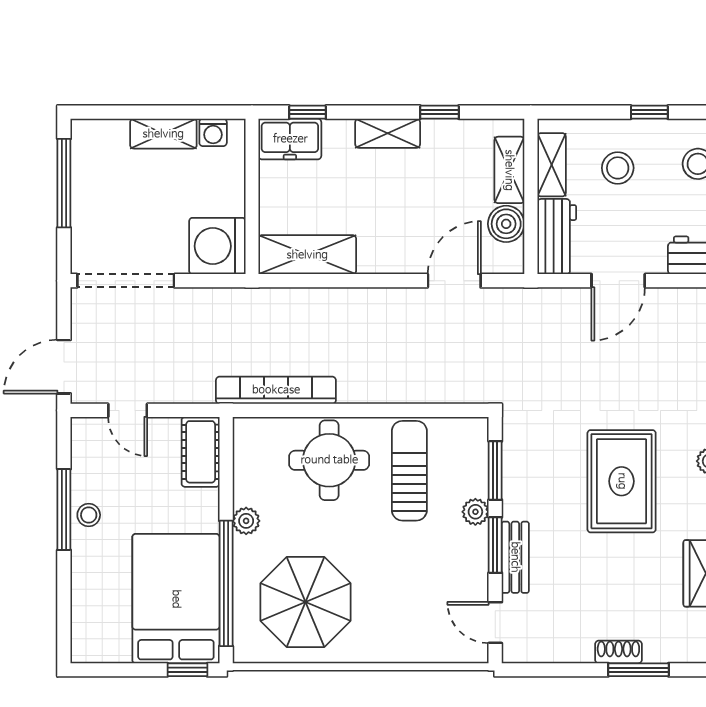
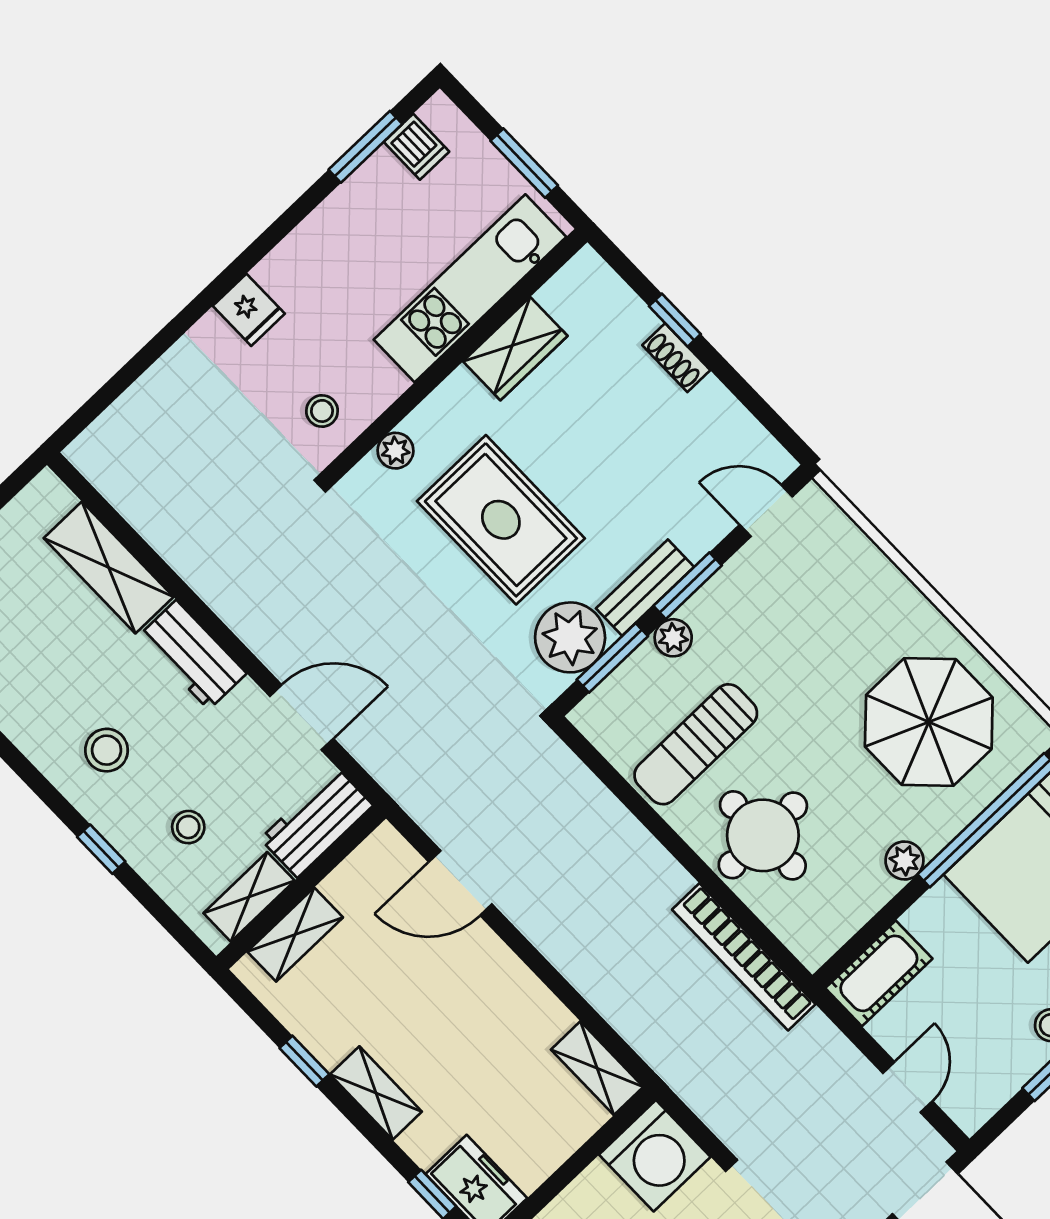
stool: (618, 168) -> (188, 827), width x0.73, depth x0.73
boiler: (506, 224) -> (353, 886), removed
shelving: (307, 255) -> (597, 1068), width x0.67, depth x0.75
plant: (527, 459) -> (570, 637), added
rug: (622, 481) -> (501, 520), turned 90
bench: (515, 557) -> (645, 588), moved
door: (495, 623) -> (766, 511), swing flipped
window: (638, 670) -> (675, 320), width x0.67

